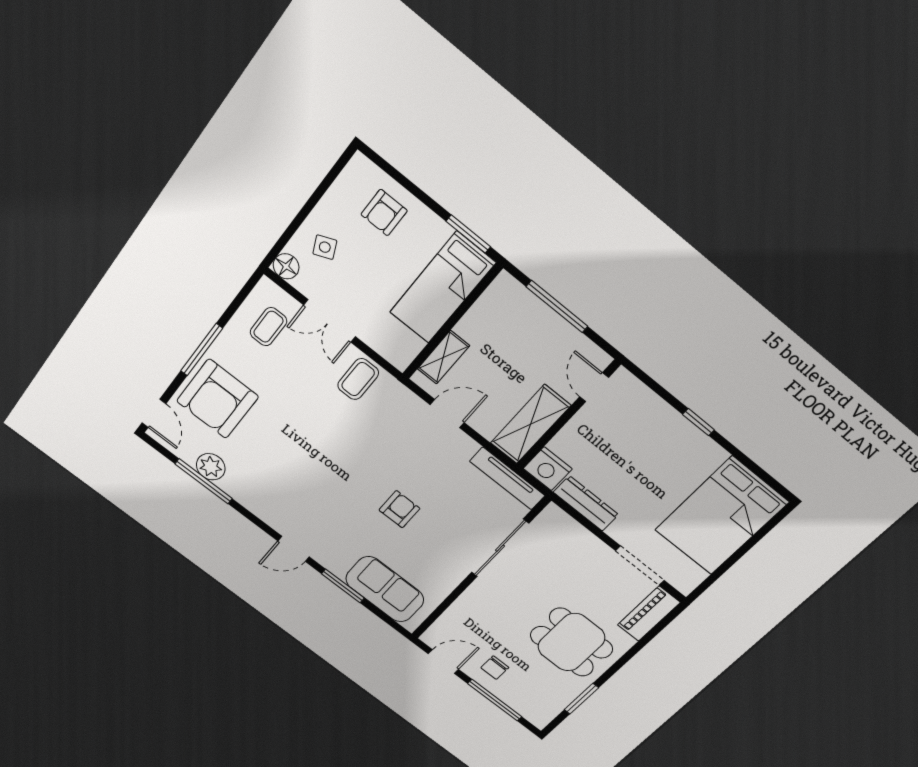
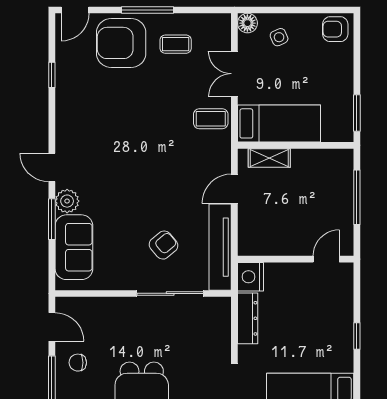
armchair: (384, 213) -> (335, 29), moved
bed: (442, 288) -> (279, 123), moved, turned 180
coffee table: (268, 327) -> (176, 44), moved
door: (447, 414) -> (234, 189), swing flipped
shelving: (530, 424) -> (271, 243), removed
plant: (211, 467) -> (67, 201), moved
tv unit: (507, 478) -> (220, 247), width x1.36, depth x1.29
window: (204, 481) -> (52, 75), width x0.46
armchair: (399, 509) -> (164, 245), moved, turned -40

